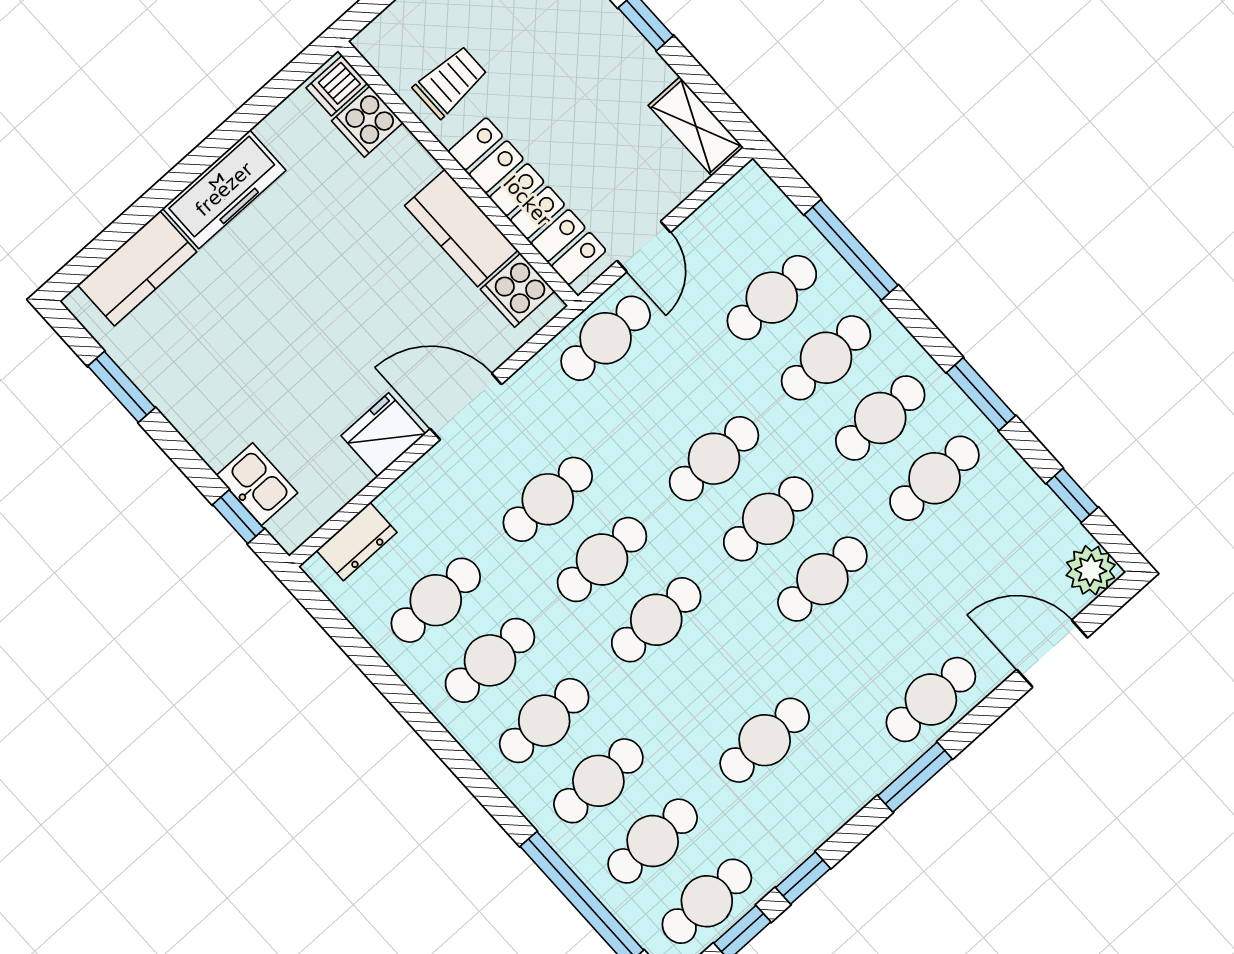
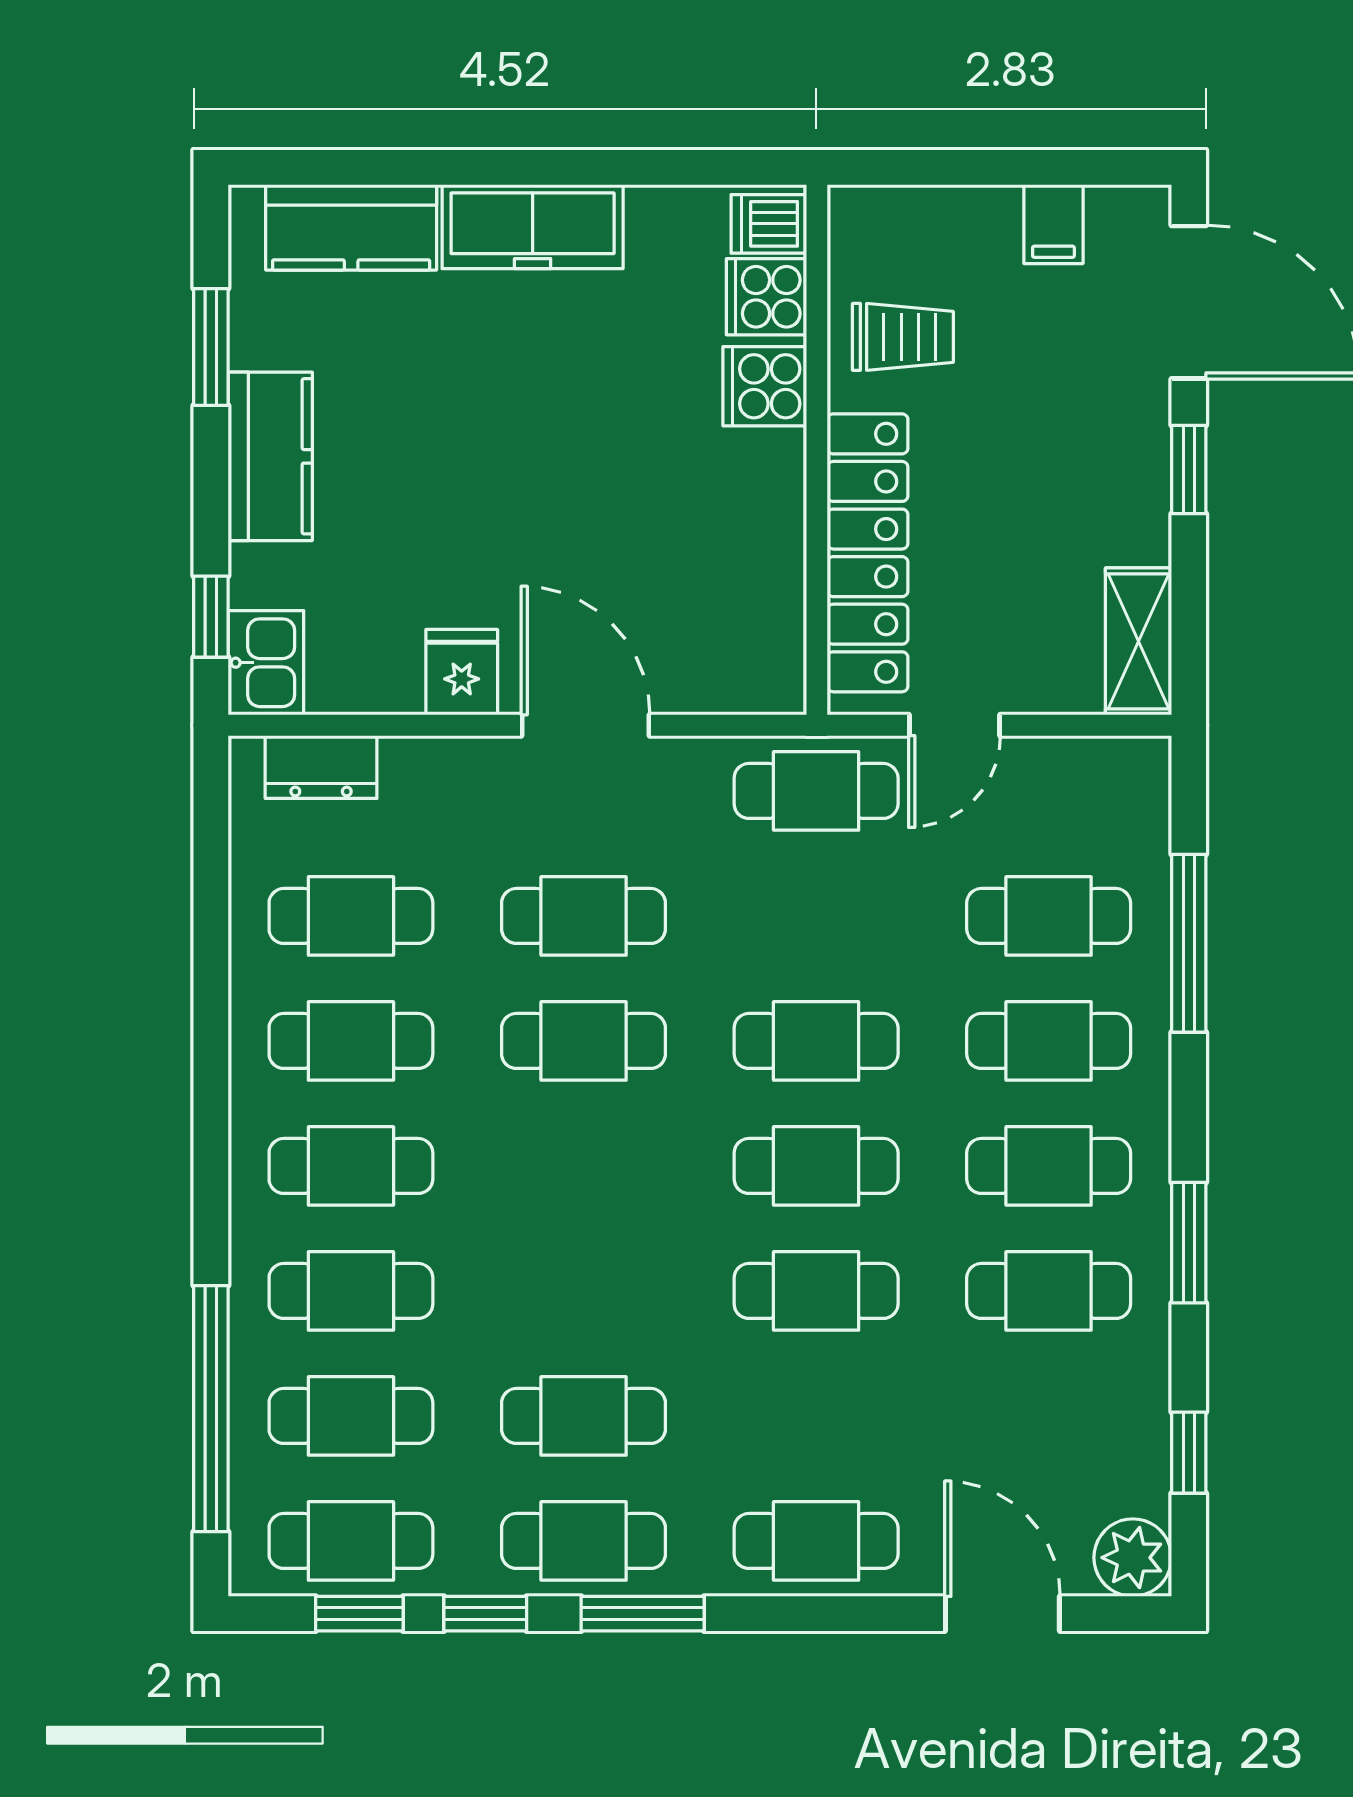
kitchen counter: (461, 228) -> (270, 456), moved, turned 180
cooker: (518, 290) -> (765, 386), moved
fridge: (383, 435) -> (462, 672), width x0.72
kitchen sink: (257, 484) -> (266, 663), moved
cafe table: (656, 620) -> (584, 1541), moved
window: (915, 777) -> (643, 1614), moved

